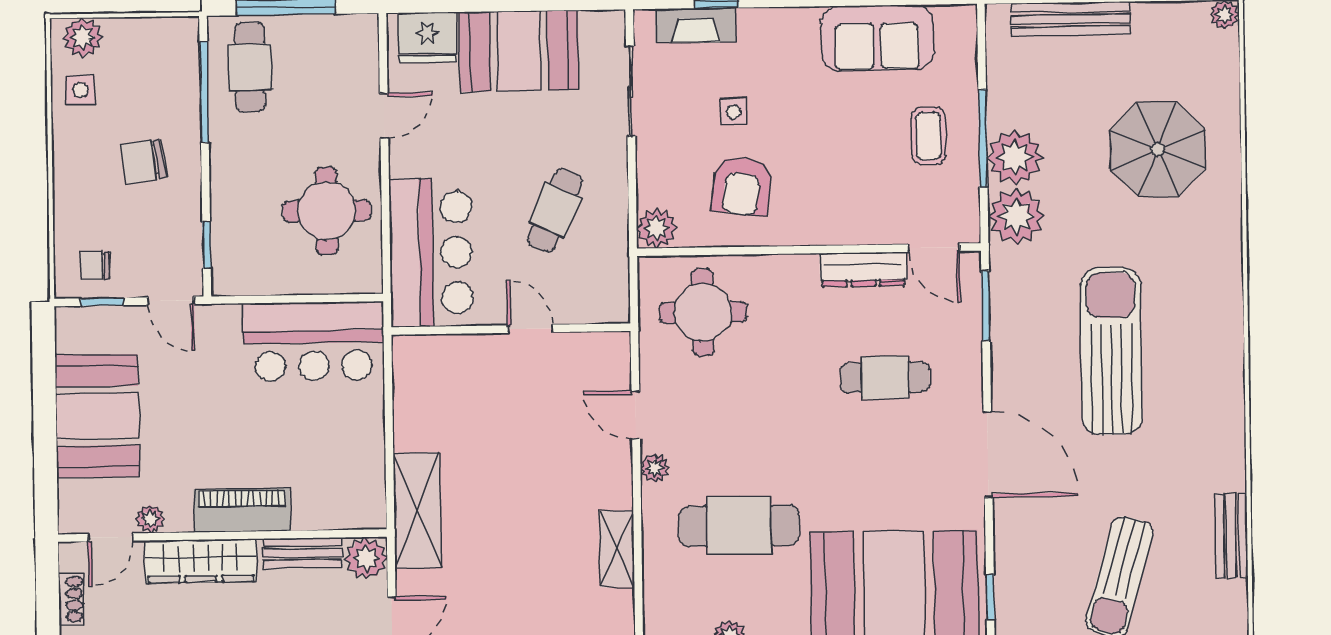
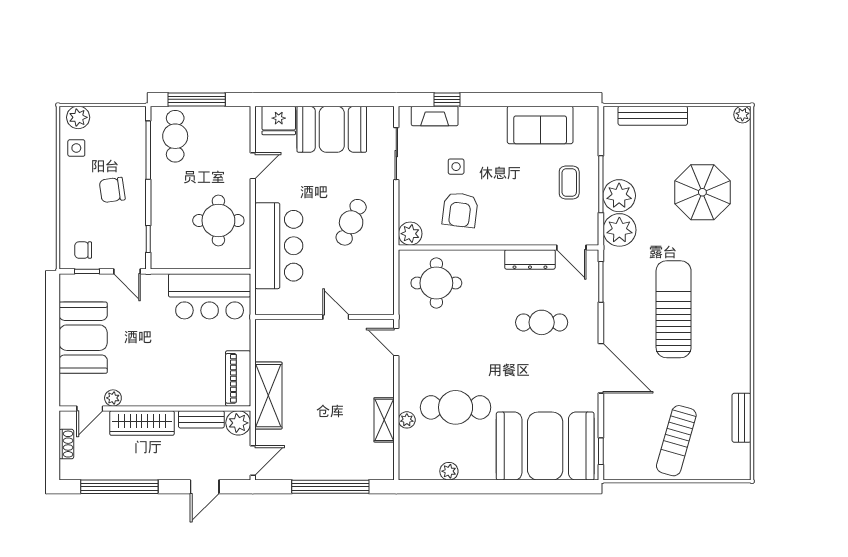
wall: (511, 329) -> (325, 317), moved
door: (530, 329) -> (336, 317), moved
plant: (655, 468) -> (407, 420), moved
piano: (242, 510) -> (238, 378), moved, turned -90

